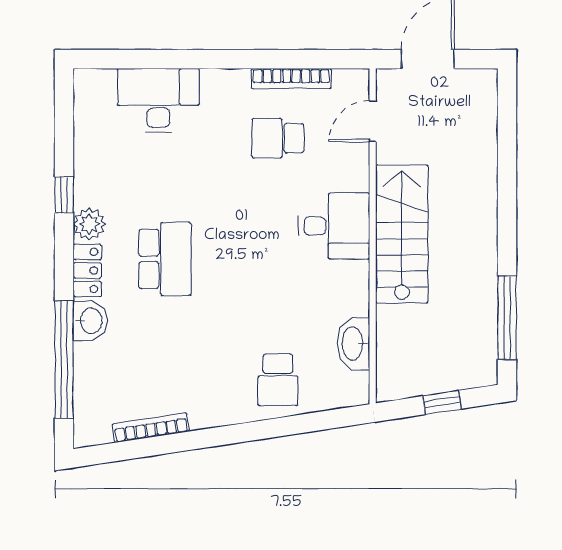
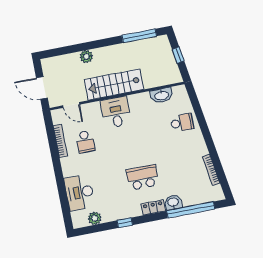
plant: (482, 181) -> (86, 57), added
plant: (89, 224) -> (95, 218), moved

